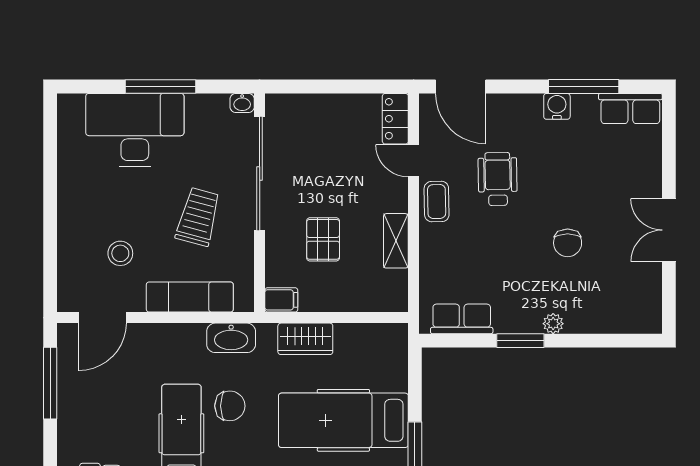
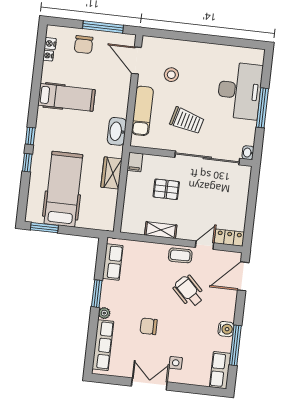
wheelchair: (498, 179) -> (189, 291), turned -134
side table: (626, 188) -> (176, 363), added
row of seats: (610, 319) -> (103, 345), added
chair: (230, 406) -> (84, 45), moved

